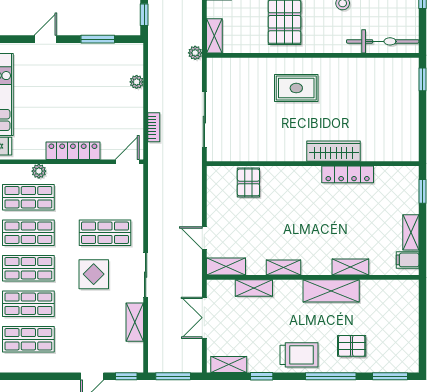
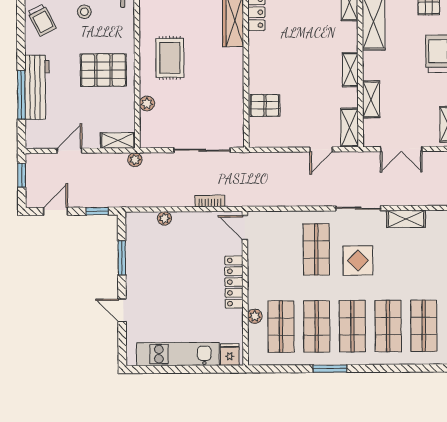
plant: (251, 65) -> (147, 104), added

